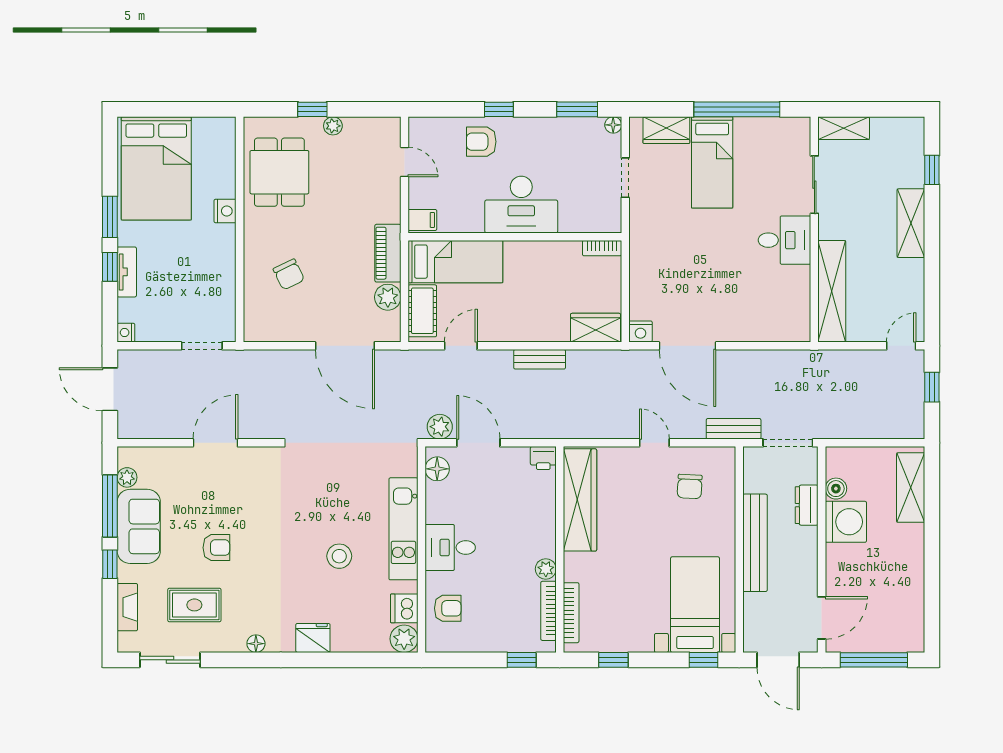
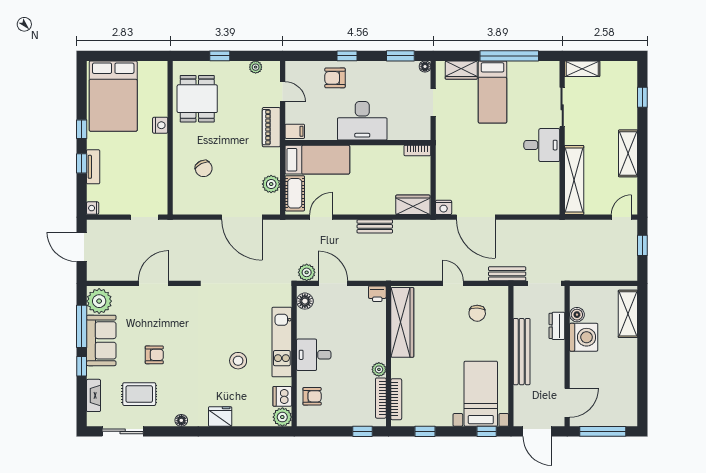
plant: (333, 126) -> (256, 67), moved
window: (110, 217) -> (82, 129), width x0.67
shelving: (911, 223) -> (628, 153), moved
piano: (388, 253) -> (271, 127), moved
plant: (127, 477) -> (99, 301), width x1.87, depth x1.87

